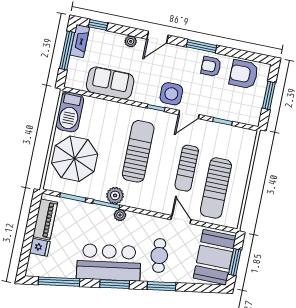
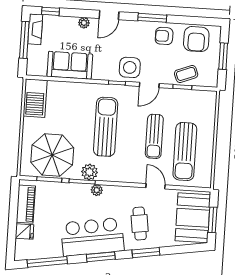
armchair: (244, 74) -> (196, 39), turned -90
coffee table: (228, 109) -> (186, 74), added
parasol: (75, 159) -> (52, 155), moved

